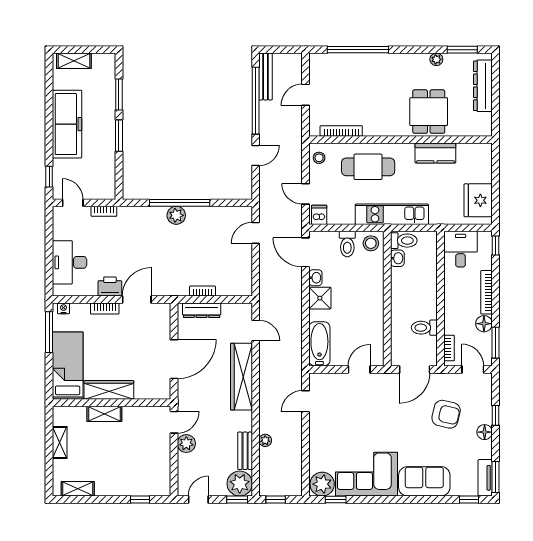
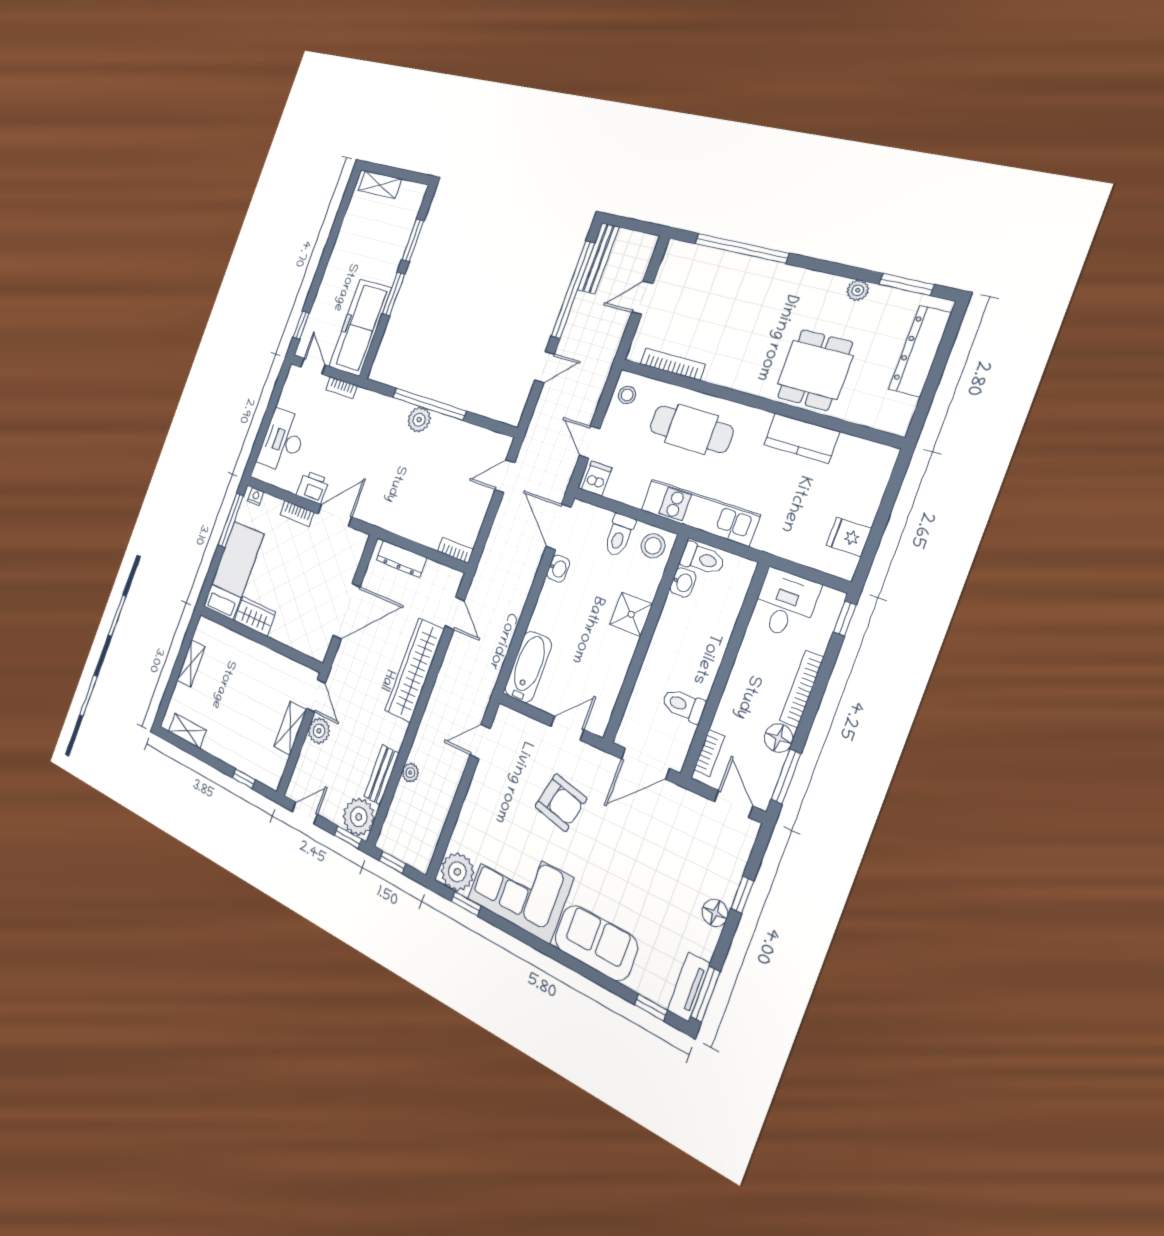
freezer: (67, 124) -> (360, 327), moved, turned 180
fridge: (478, 200) -> (849, 537), width x0.53, depth x0.75
bookcase: (203, 291) -> (455, 550), moved
shower: (320, 298) -> (631, 614), moved
wardrobe: (109, 390) -> (255, 616), width x0.67
shelving: (104, 414) -> (290, 728), moved, turned 90
armchair: (446, 414) -> (561, 803), moved
door: (174, 422) -> (316, 696), hinge flipped

